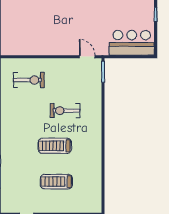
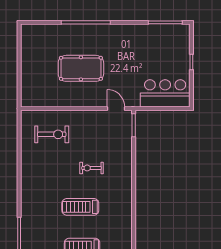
pool table: (55, 20) -> (81, 68), added
exercise bike: (65, 111) -> (92, 168), width x0.73, depth x0.72

